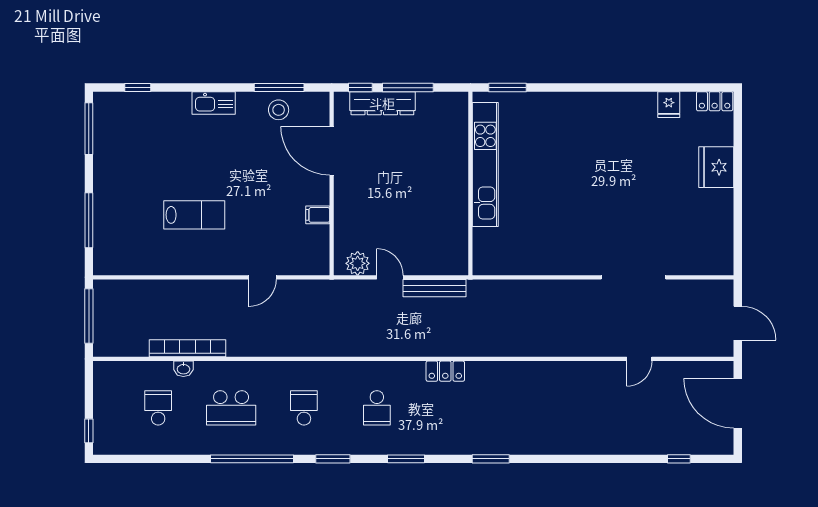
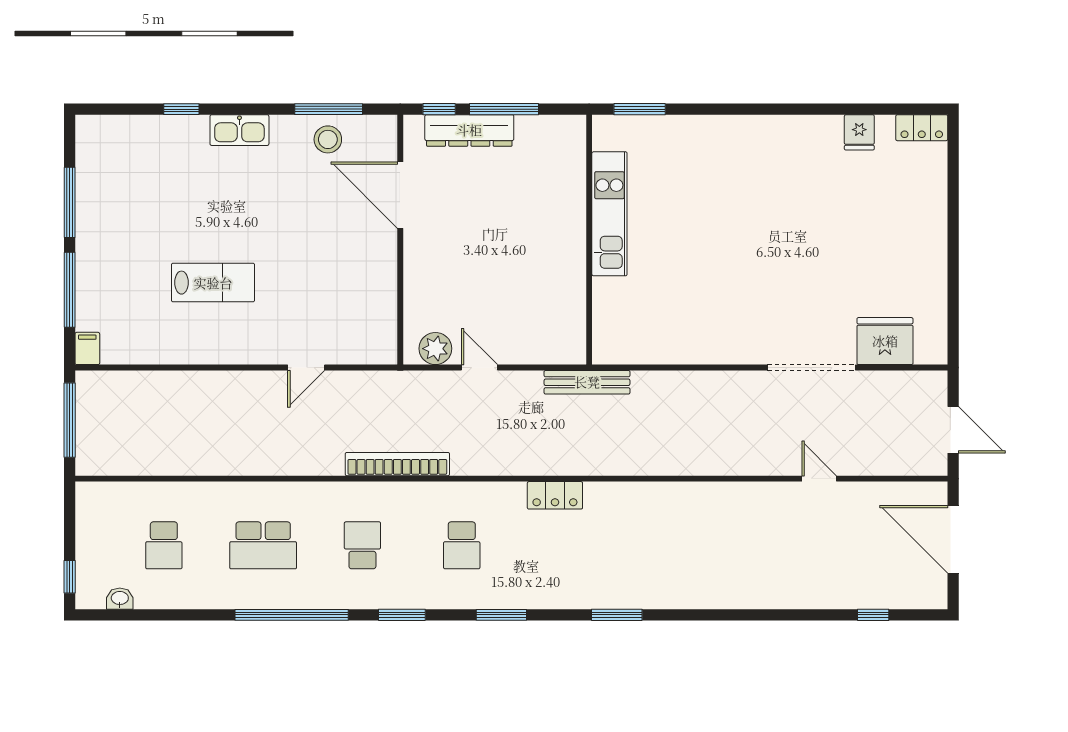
window: (138, 88) -> (181, 109), moved
window: (89, 129) -> (70, 202), moved
kitchen unit: (485, 164) -> (609, 214), width x0.73
fridge: (716, 167) -> (885, 341), moved, turned 90
filing cabinet: (318, 215) -> (87, 348), moved, turned 90
bench: (435, 288) -> (587, 382), moved
bookcase: (187, 348) -> (397, 464), moved
door: (639, 359) -> (819, 479), swing flipped
washbasin: (183, 369) -> (120, 599), moved, turned 180
school desk: (158, 408) -> (164, 545), turned 180

